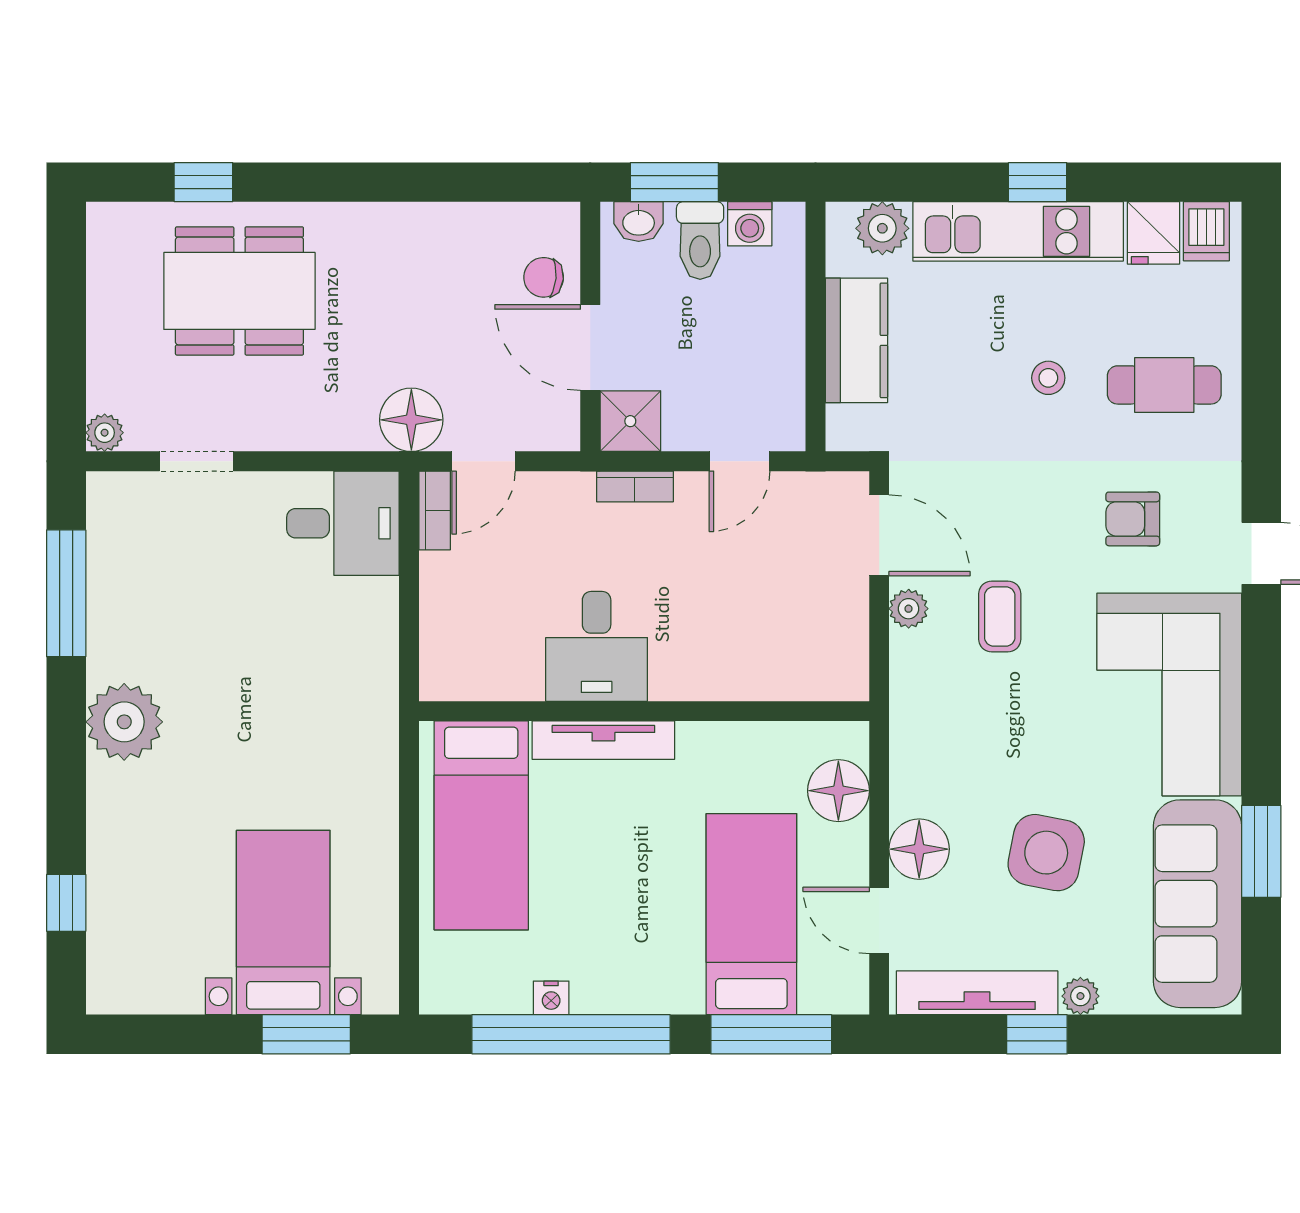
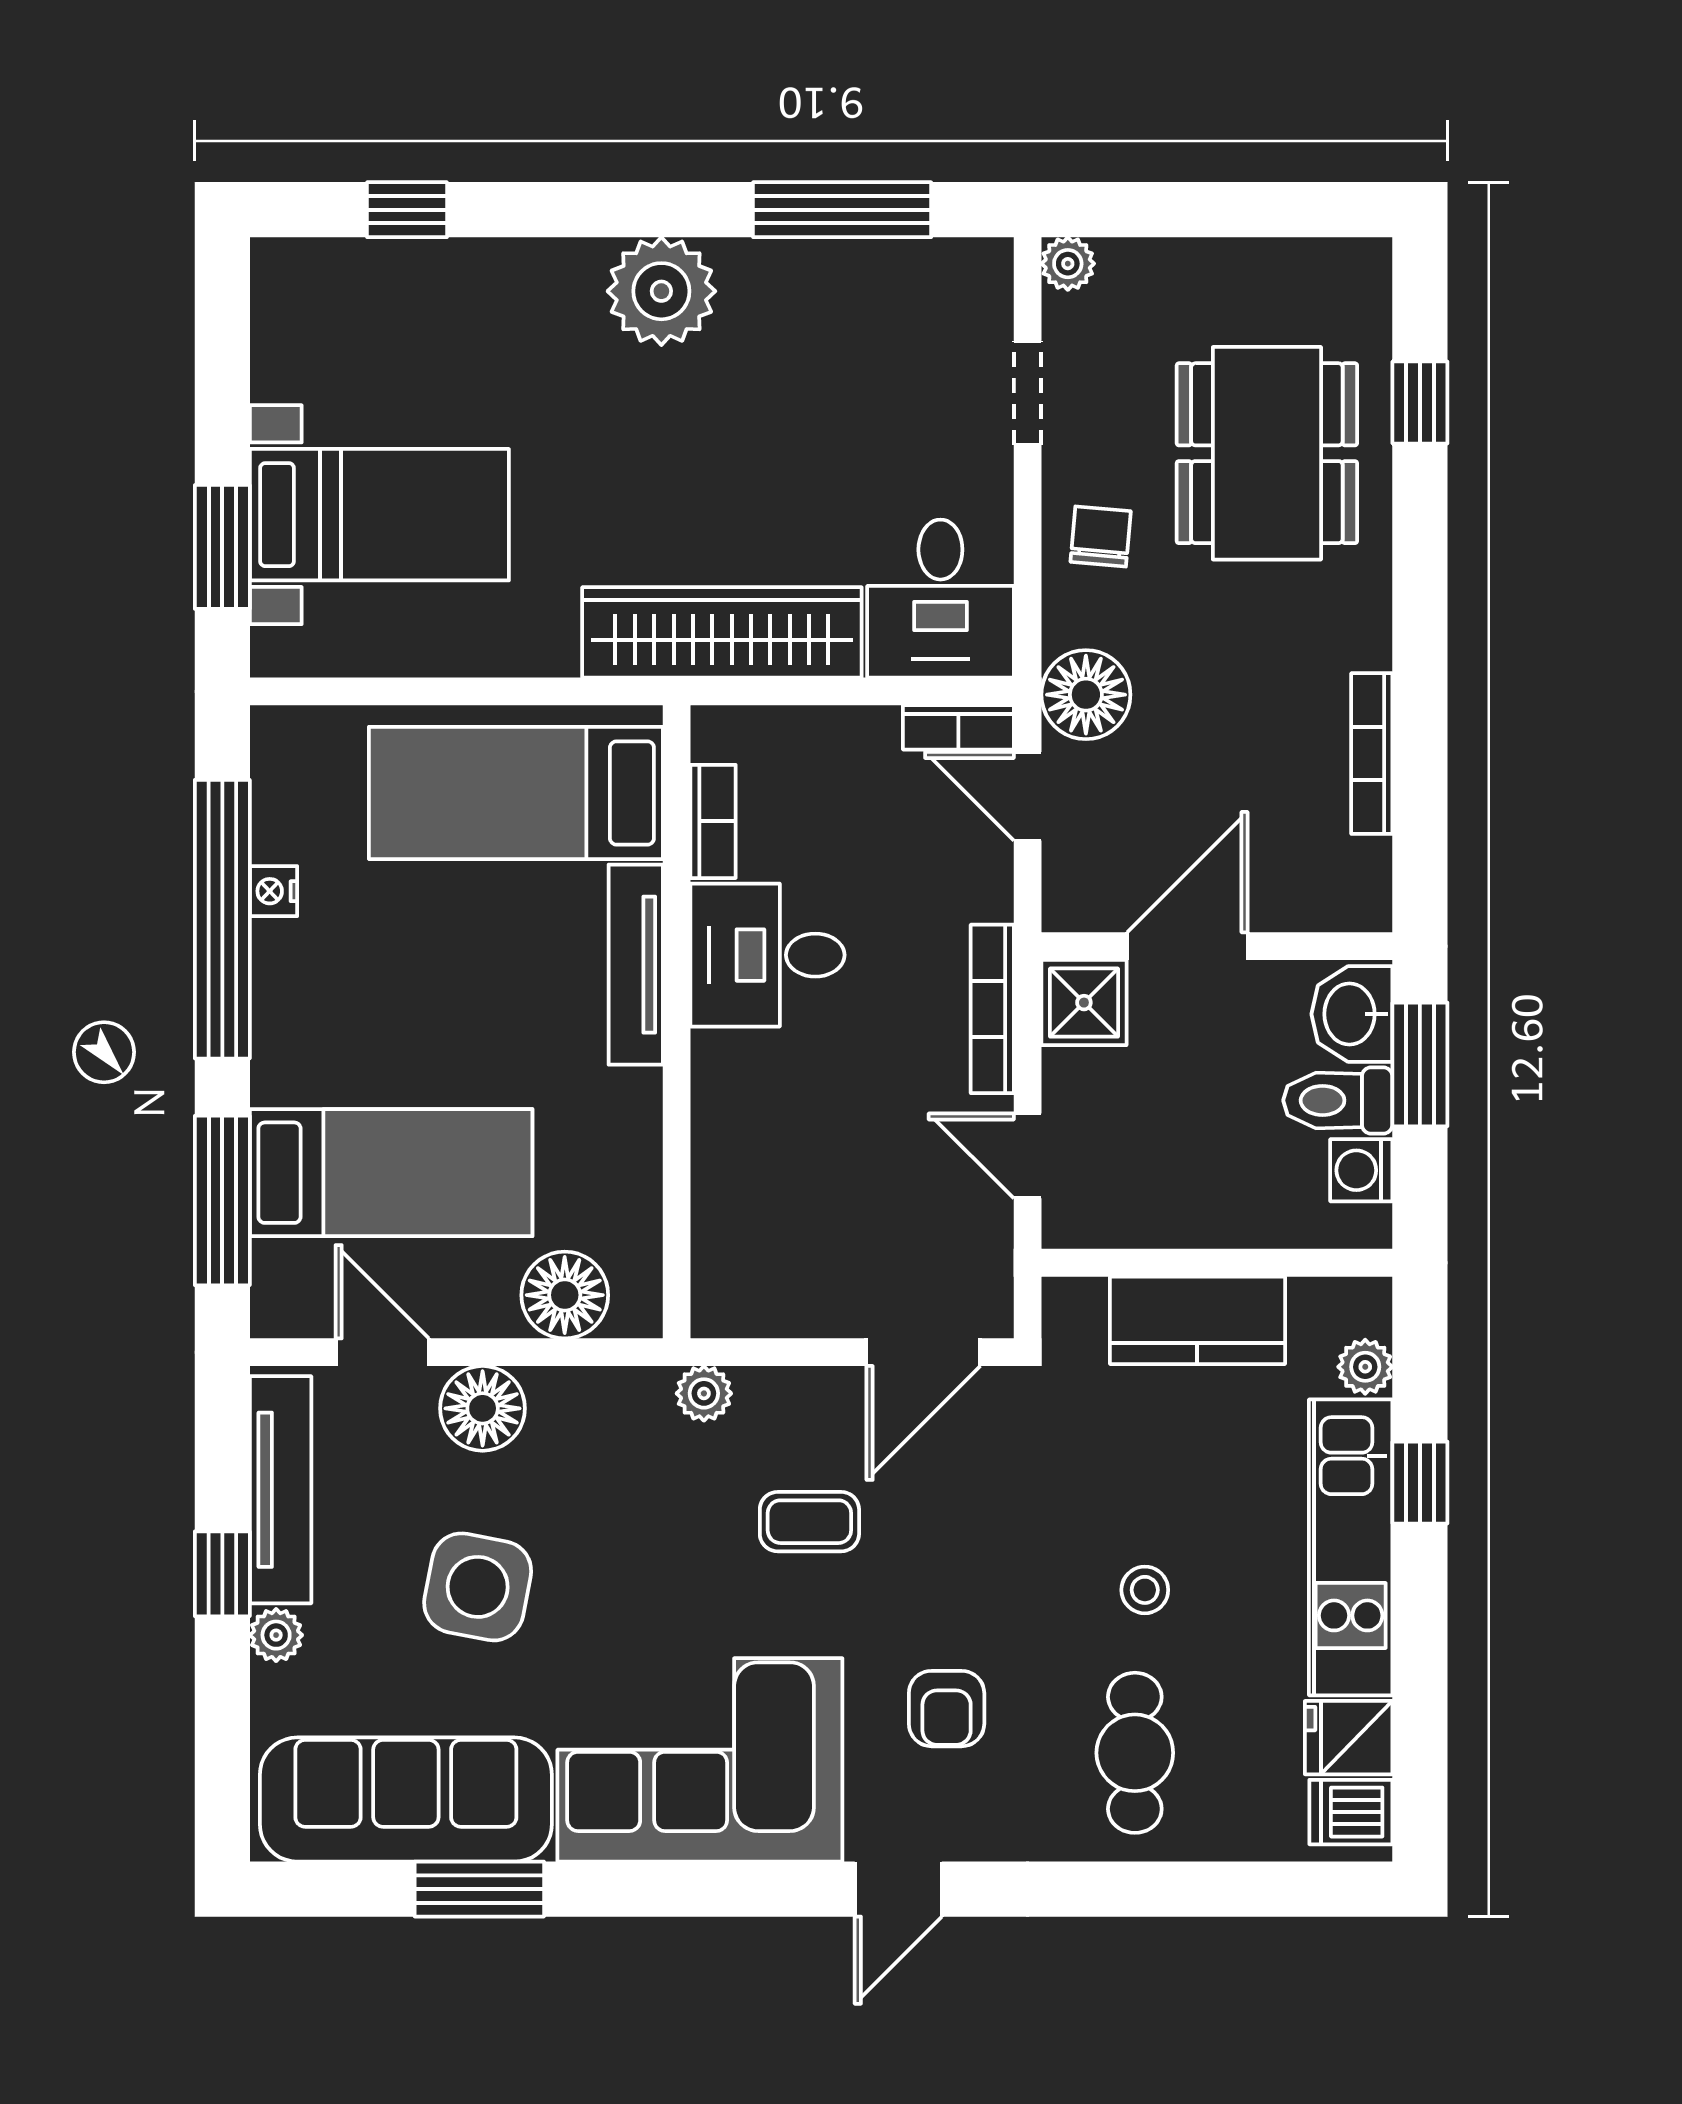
window: (1038, 182) -> (1420, 1483), moved
bookcase: (453, 216) -> (1372, 754), added
washbasin: (639, 222) -> (1352, 1014), width x1.38, depth x1.45
plant: (882, 228) -> (1365, 1367), width x0.73, depth x0.73
chair: (544, 277) -> (1101, 536), moved
bookcase: (635, 486) -> (992, 1009), width x1.56
armchair: (1133, 519) -> (947, 1709), turned 180
plant: (909, 609) -> (704, 1393), moved
wardrobe: (367, 679) -> (722, 632), added
bookcase: (501, 685) -> (713, 821), added
door: (879, 920) -> (382, 1352), hinge flipped

